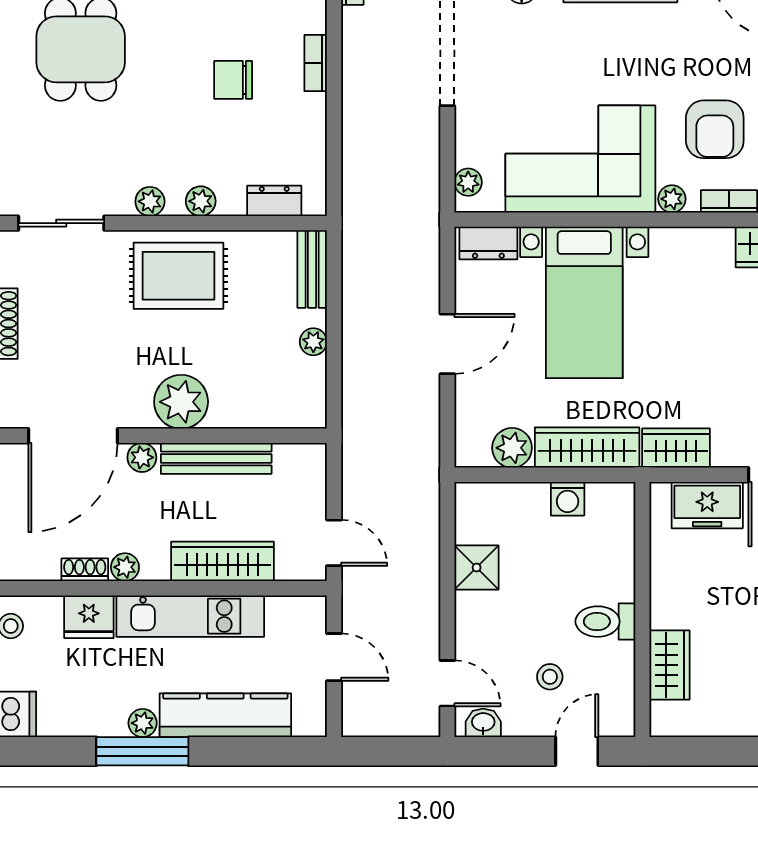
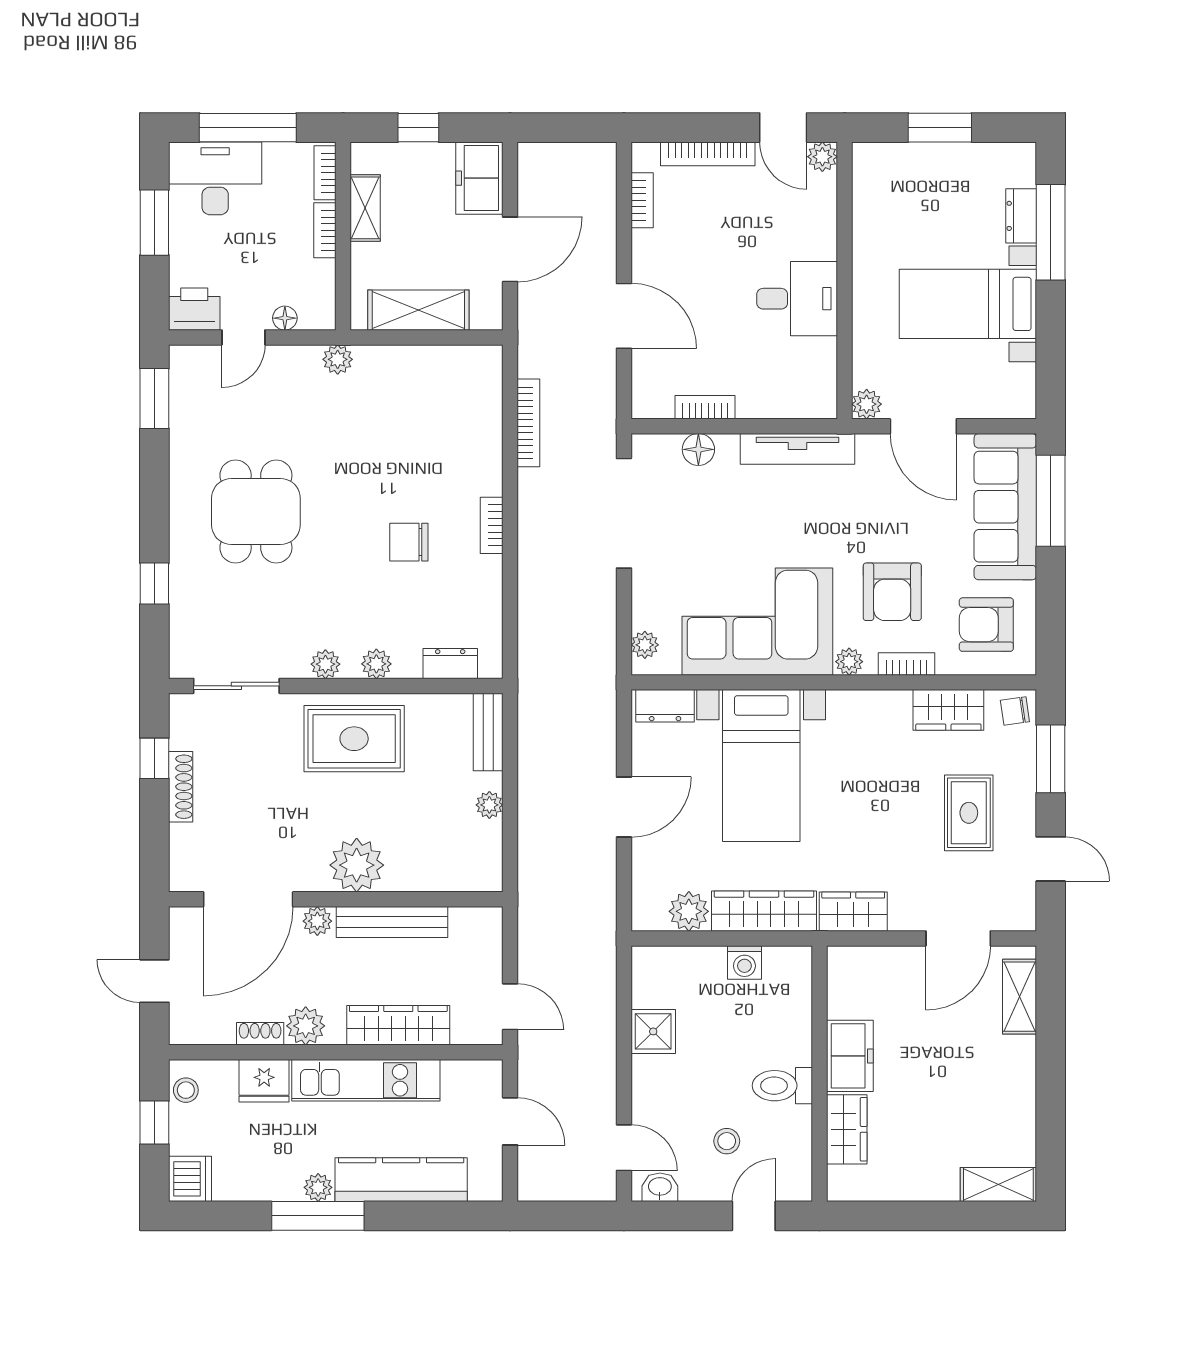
freezer: (707, 505) -> (850, 1056), moved, turned -90
plant: (125, 567) -> (306, 1026), width x1.38, depth x1.38

